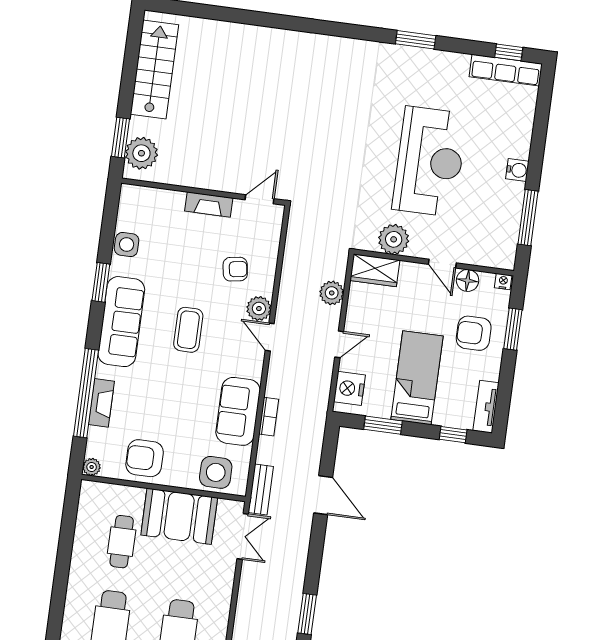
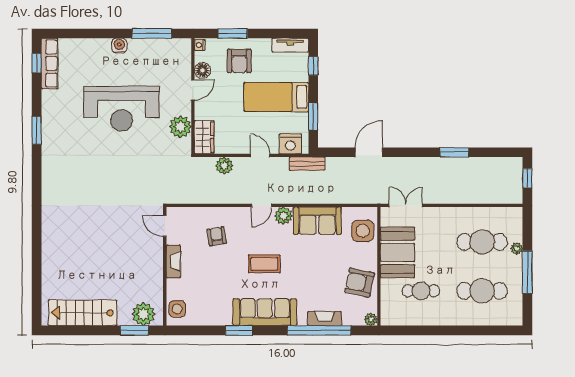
reception desk: (430, 162) -> (122, 109), turned 180
side table: (127, 244) -> (177, 309), moved
plant: (259, 309) -> (283, 216), moved
bookcase: (269, 417) -> (318, 198), removed
armchair: (145, 458) -> (360, 283), turned 102
bench: (261, 489) -> (307, 164), moved

